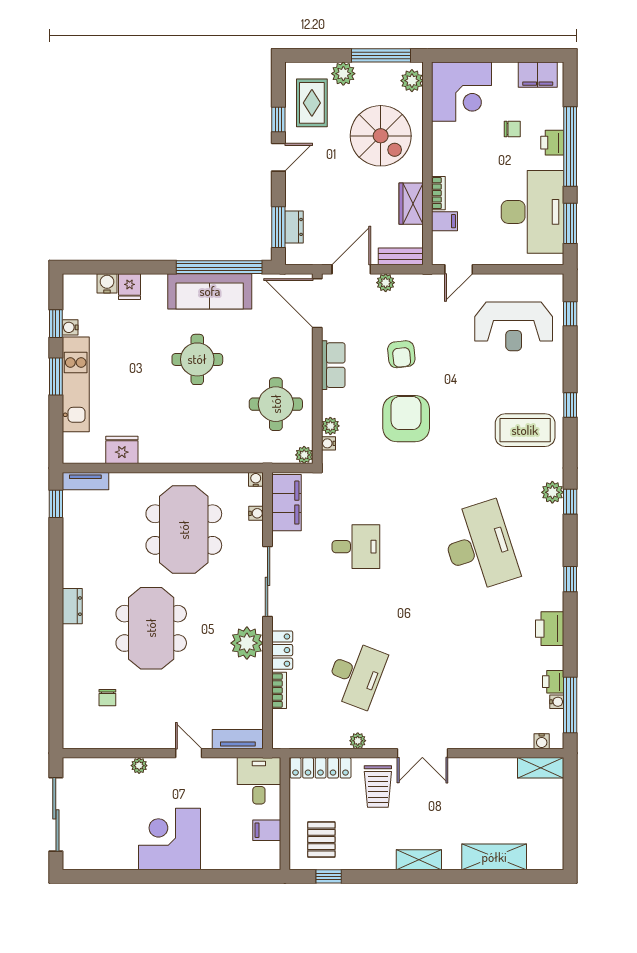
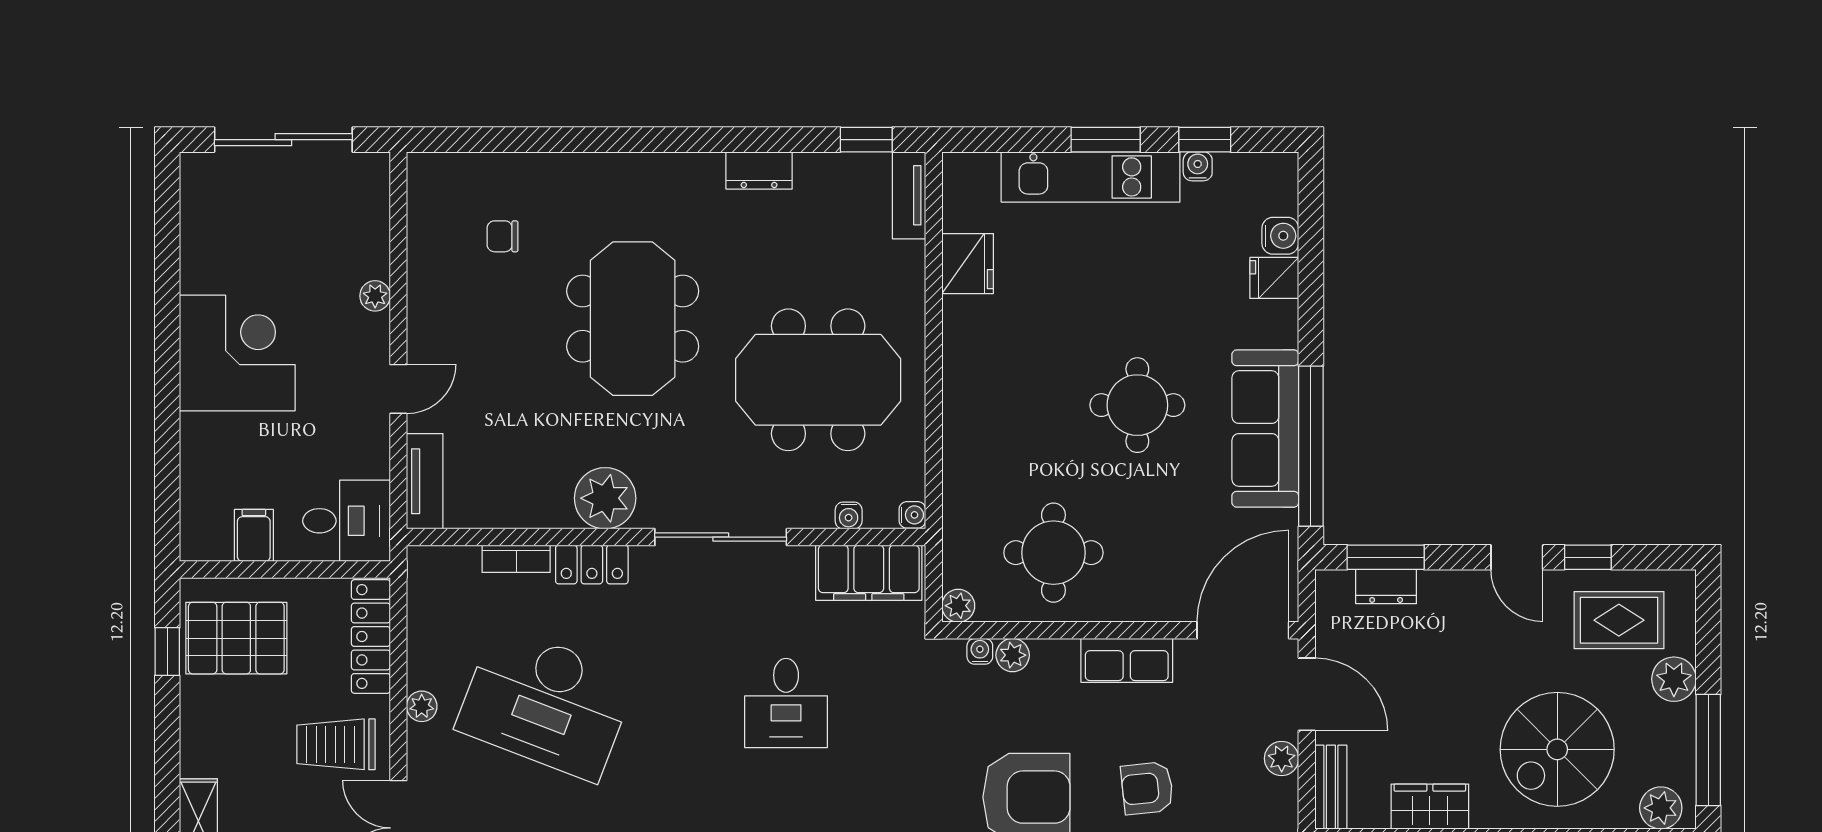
dresser: (72, 606) -> (759, 170), moved
meeting table: (151, 628) -> (633, 319), turned 90
desk: (356, 674) -> (546, 703), width x1.36, depth x1.30
pallet: (321, 839) -> (236, 638), width x1.50, depth x1.42

